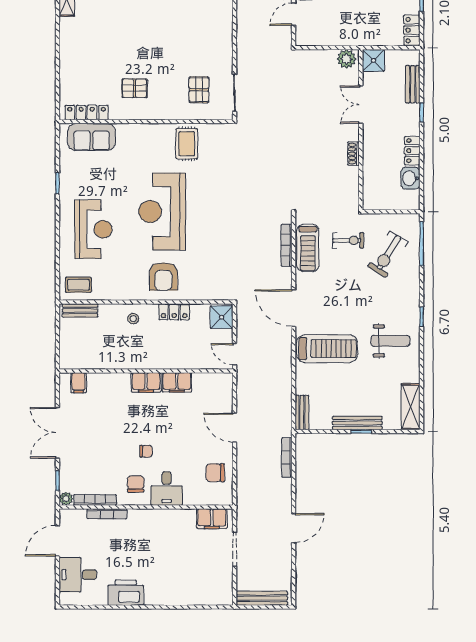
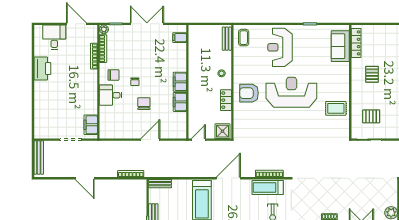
reception desk: (93, 229) -> (280, 47), turned 90
chair: (215, 473) -> (144, 104), moved

